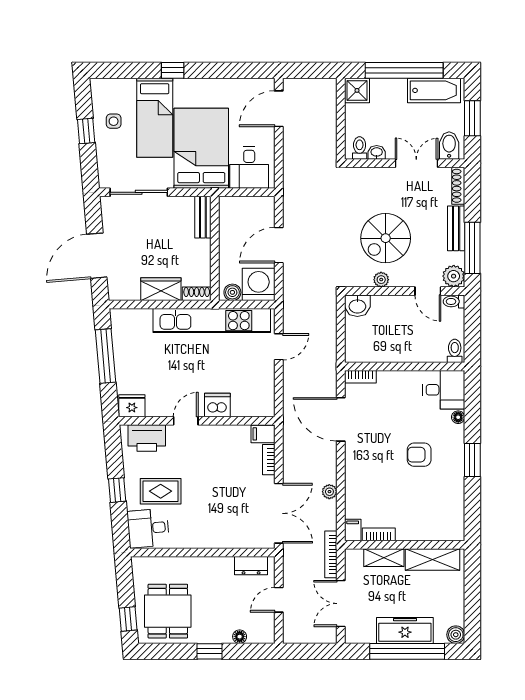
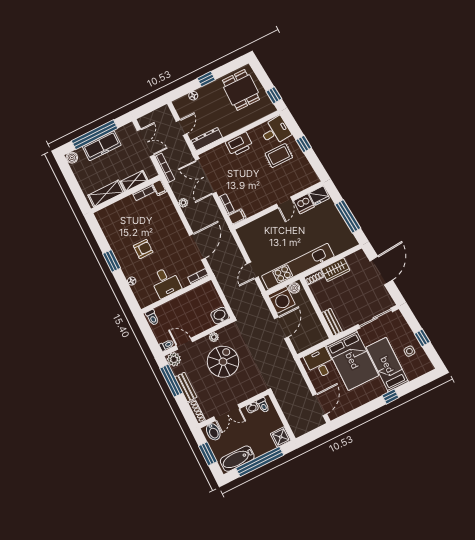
desk: (444, 390) -> (166, 282), moved, turned -90
dishwasher: (217, 405) -> (304, 204), moved
door: (341, 419) -> (197, 247), hinge flipped
printer: (147, 438) -> (239, 144), moved, turned 180
dresser: (251, 566) -> (207, 139), width x1.44
window: (128, 619) -> (274, 95), moved

